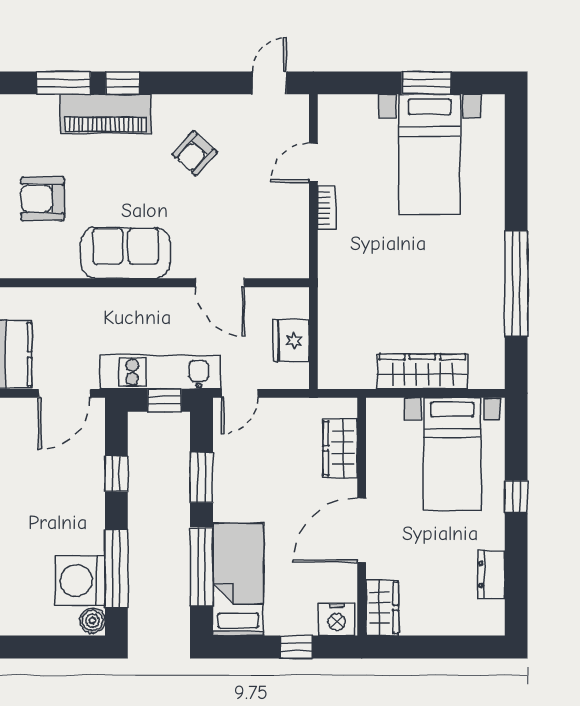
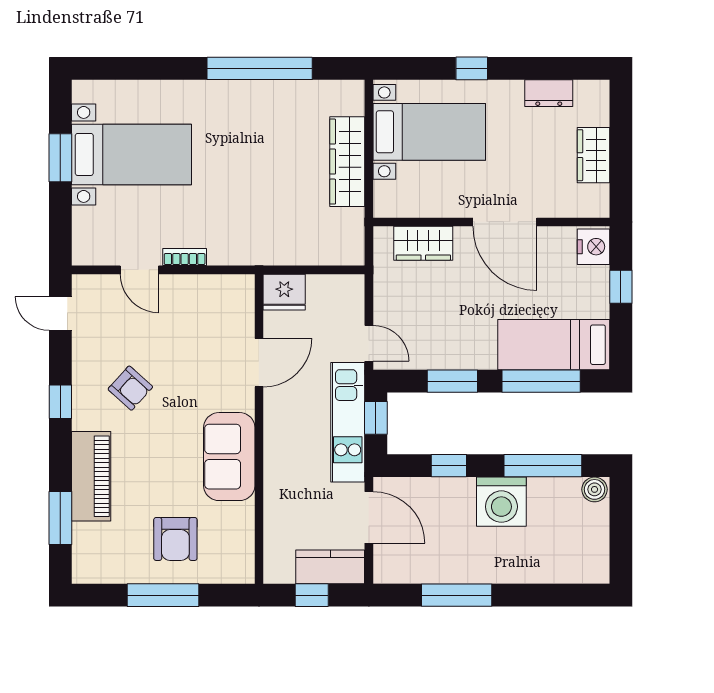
window: (123, 83) -> (60, 402), moved
fridge: (291, 341) -> (284, 292), moved
washing machine: (80, 581) -> (501, 502), moved
wardrobe: (382, 608) -> (594, 155), moved, turned -90

